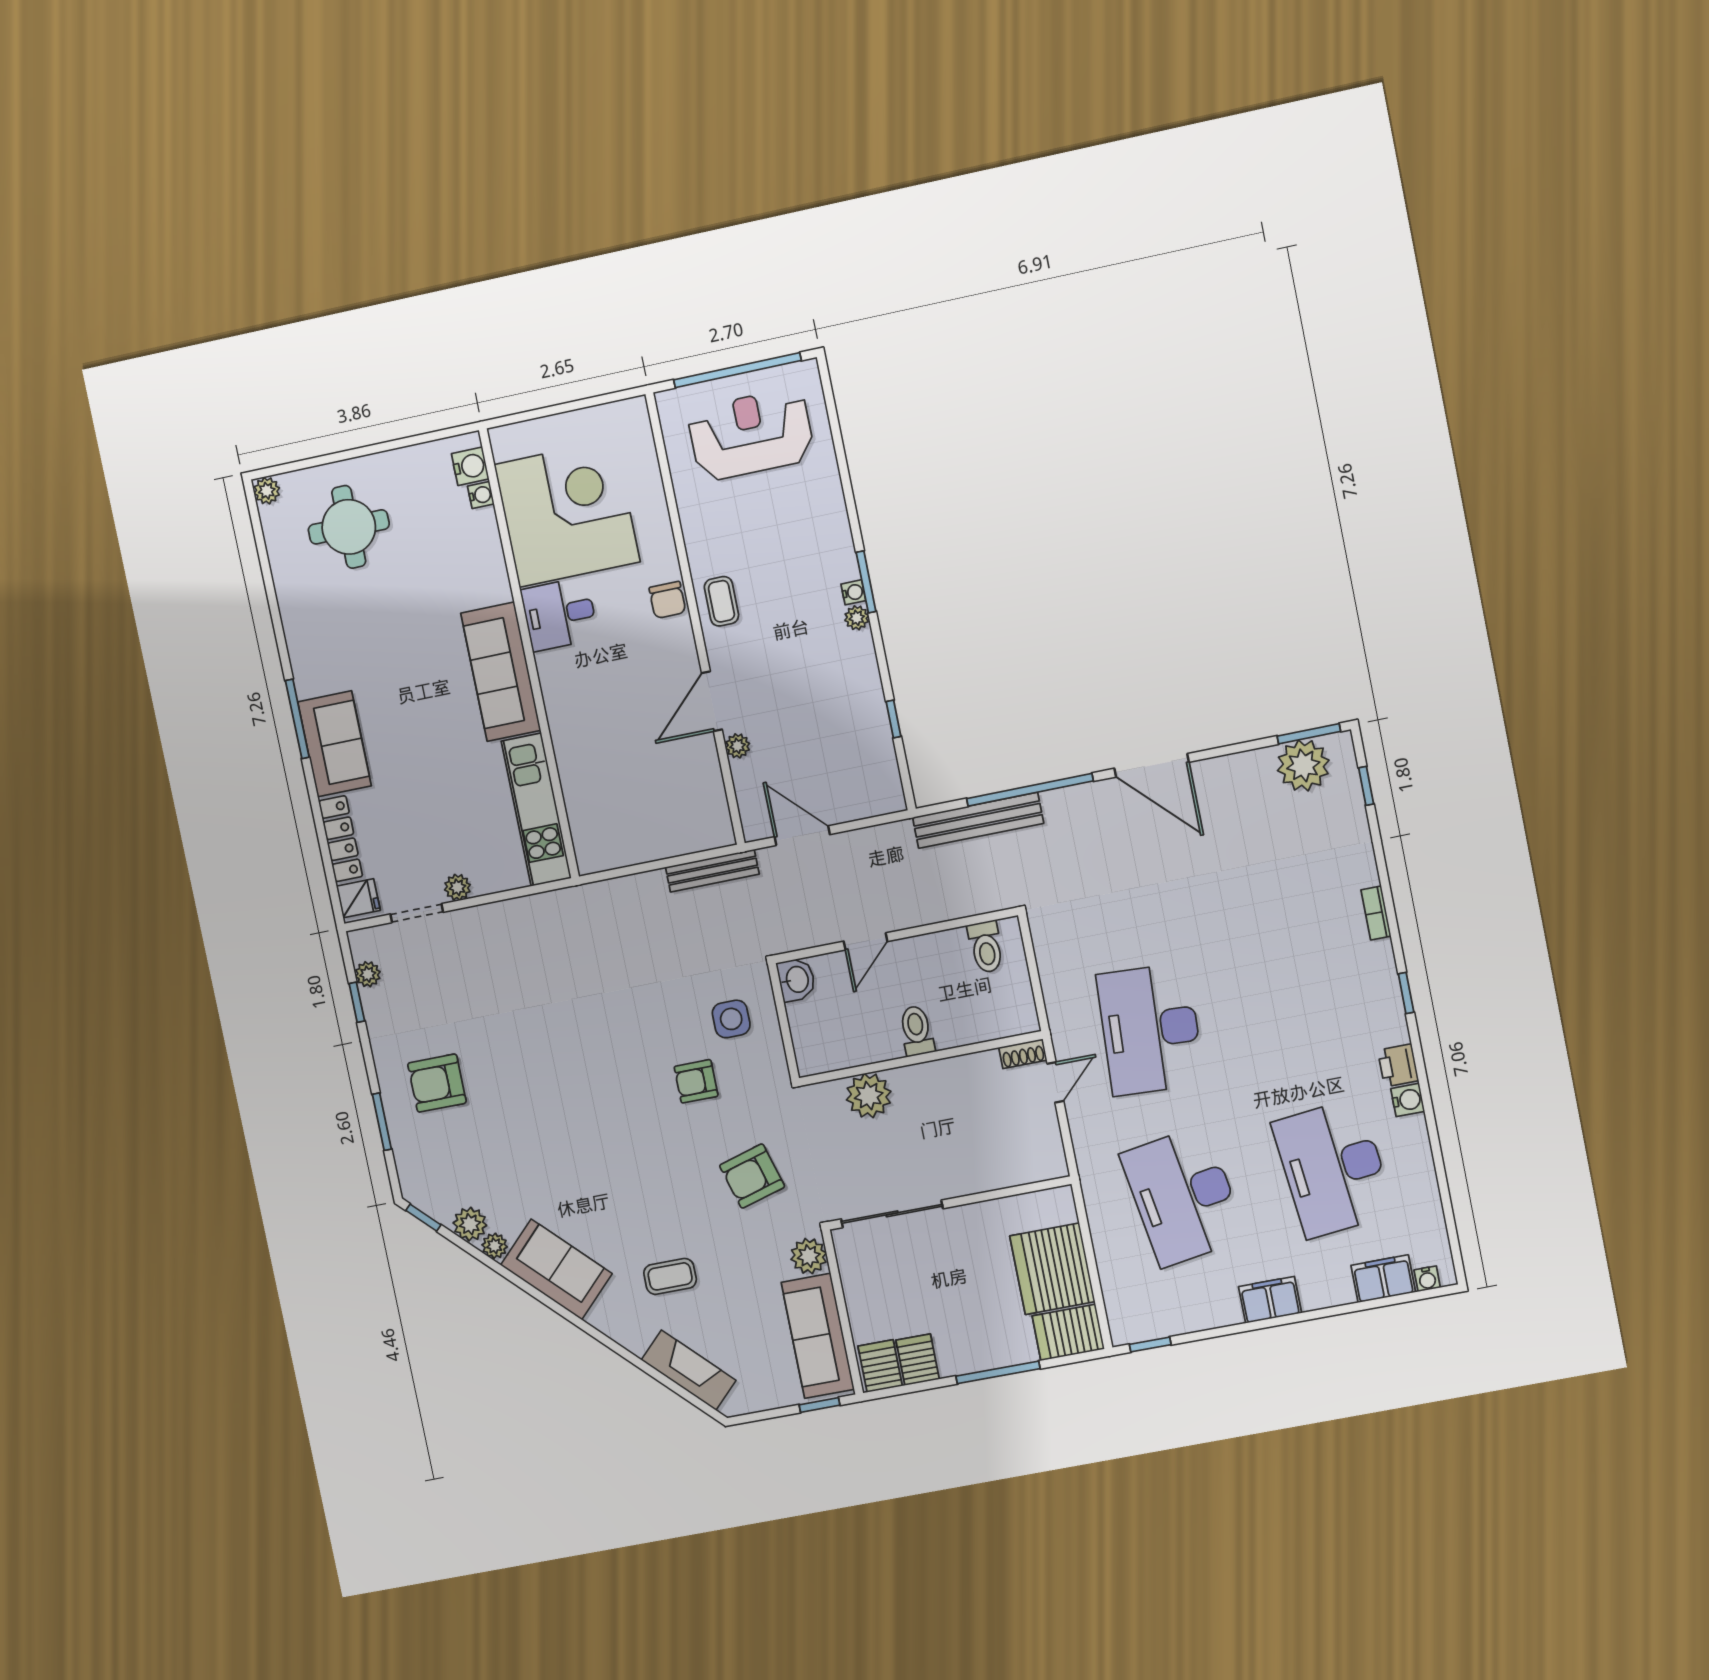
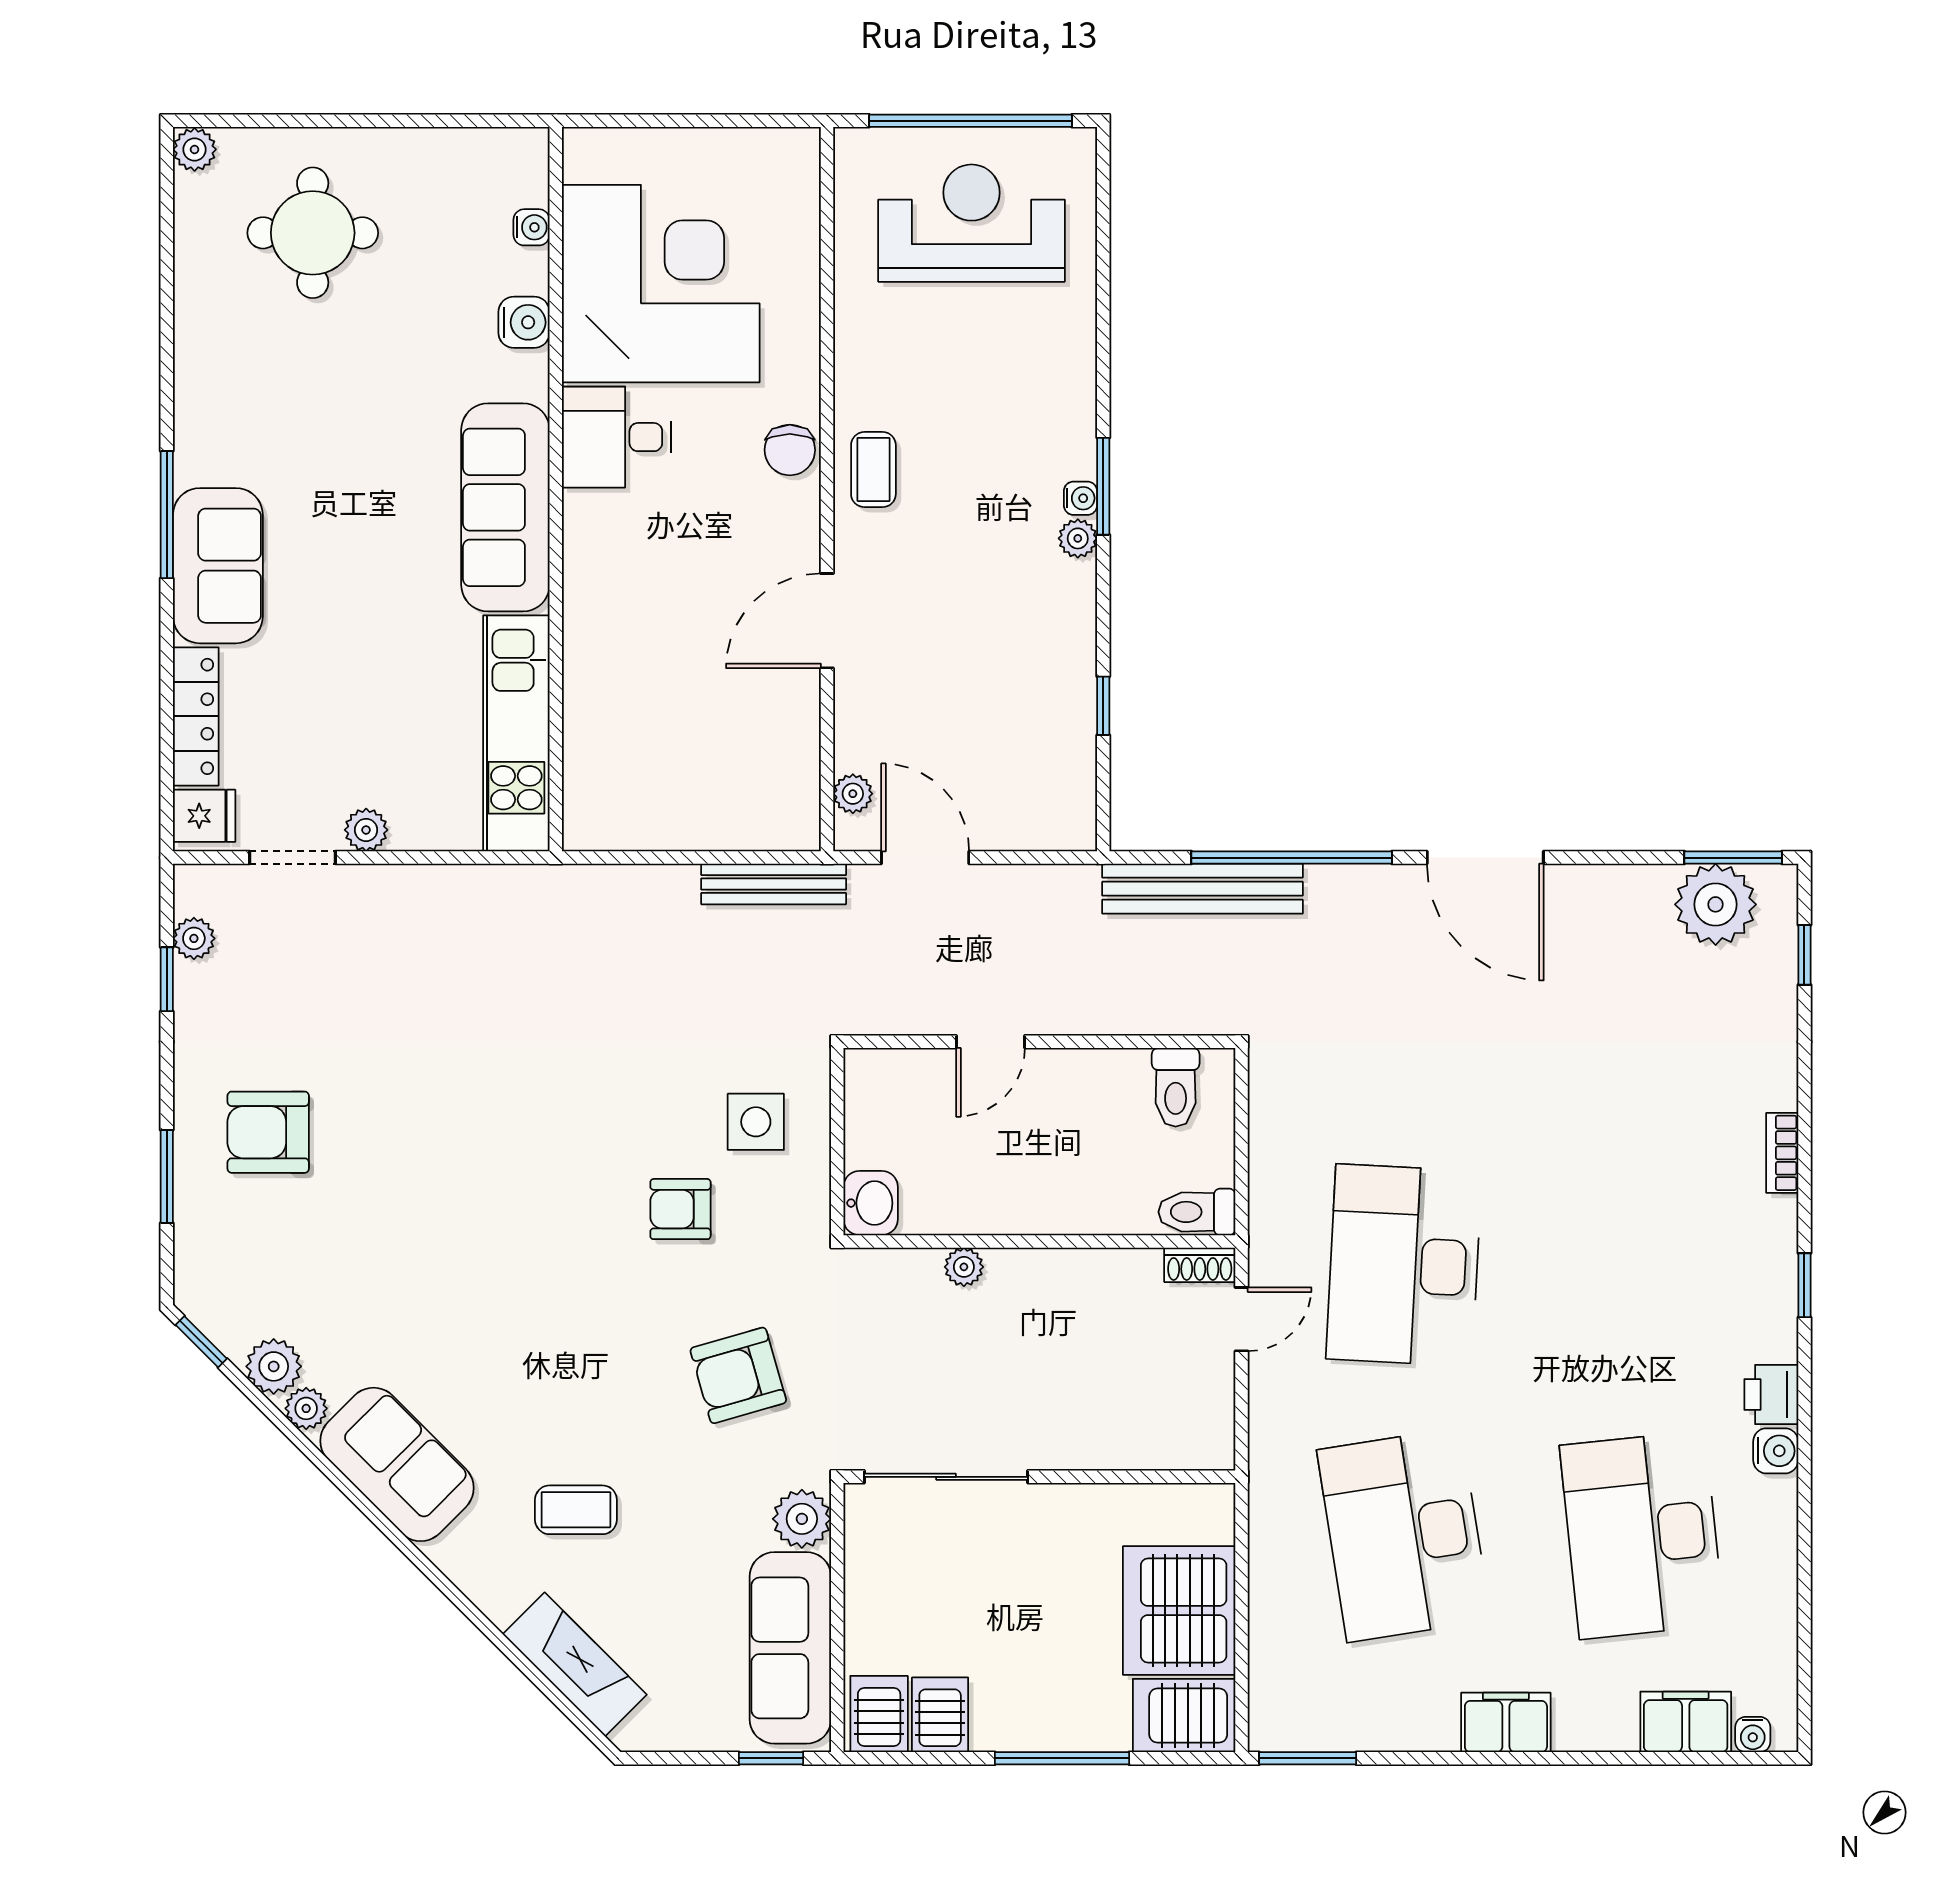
water cooler: (470, 466) -> (524, 322), moved
plant: (738, 746) -> (853, 794), moved
washbasin: (796, 980) -> (871, 1203), moved
toilet: (917, 1031) -> (1197, 1212), moved, turned -90
plant: (869, 1096) -> (964, 1267), width x0.53, depth x0.53
window: (1150, 1345) -> (1308, 1758), width x1.50

